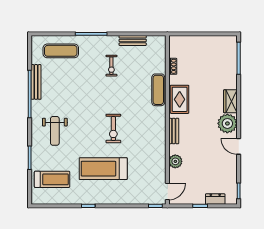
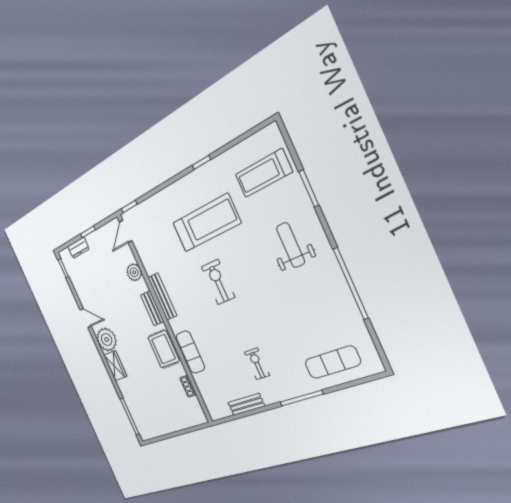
bench: (36, 82) -> (162, 297), moved

